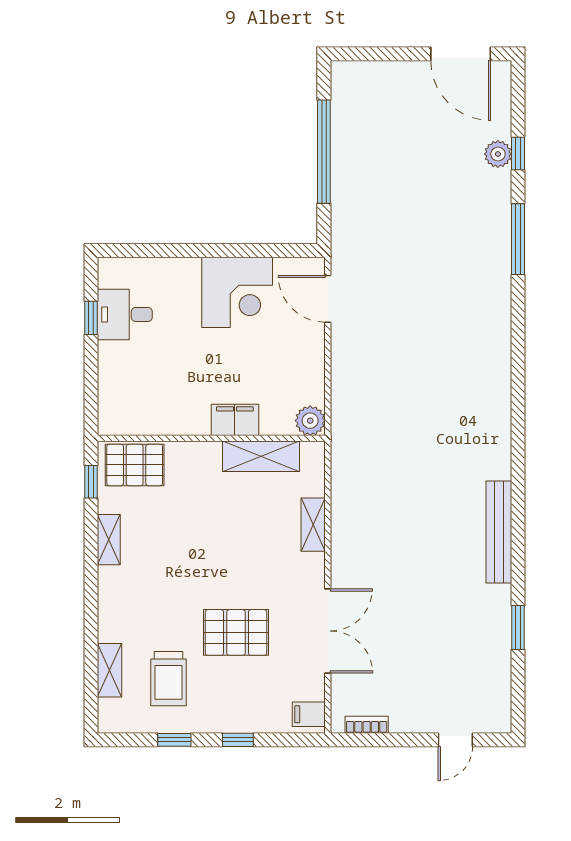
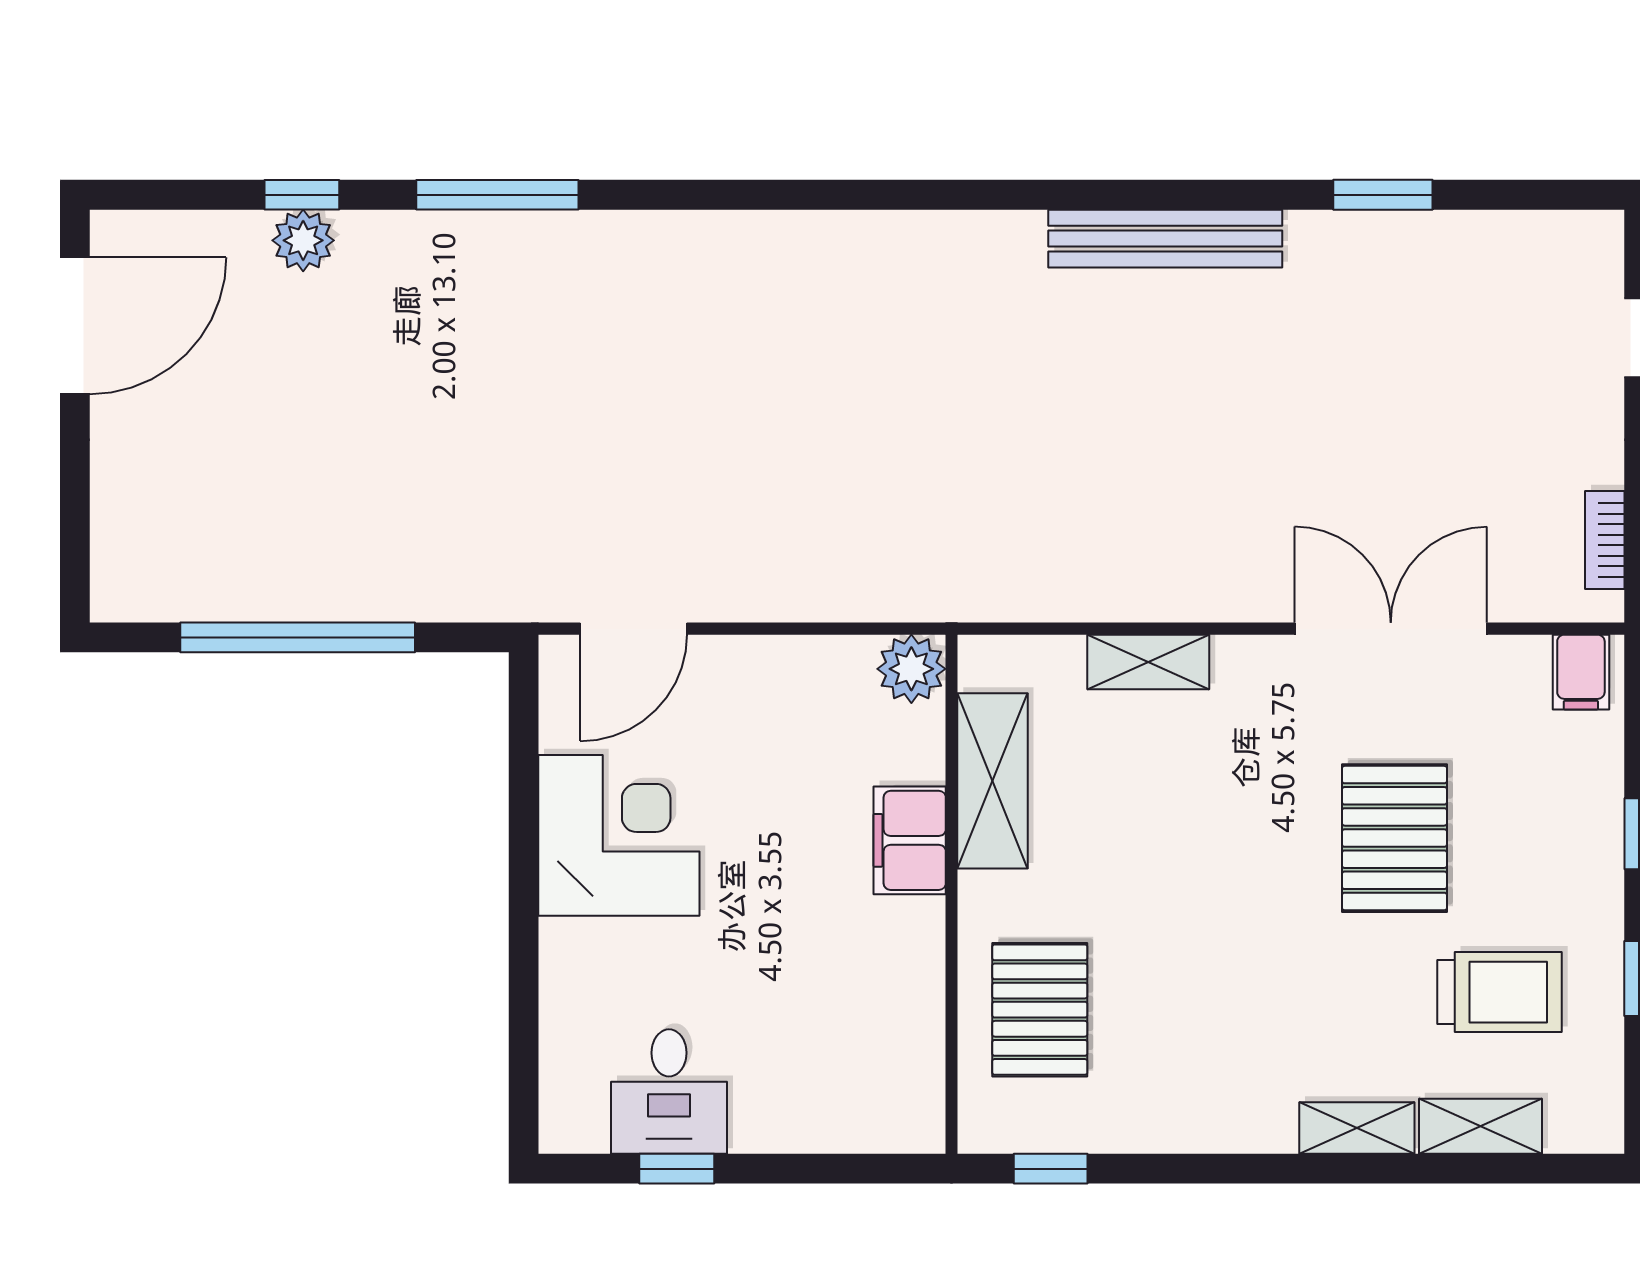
pallet: (135, 465) -> (1040, 1010), moved
shelving: (109, 540) -> (1357, 1128), moved

